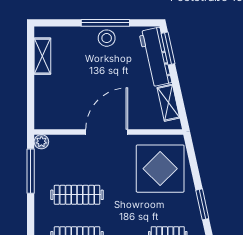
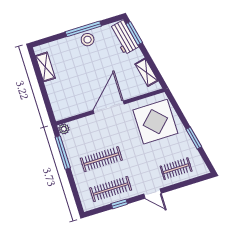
workbench: (155, 57) -> (124, 37), width x0.73

